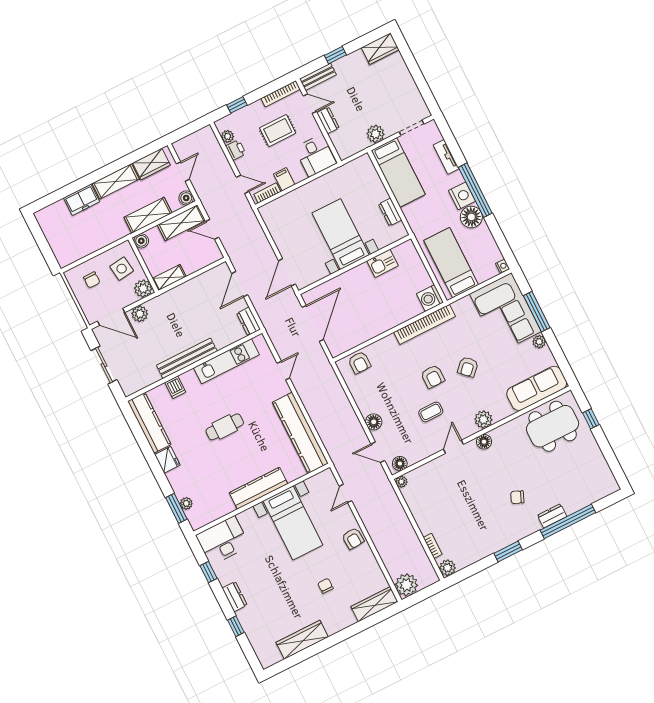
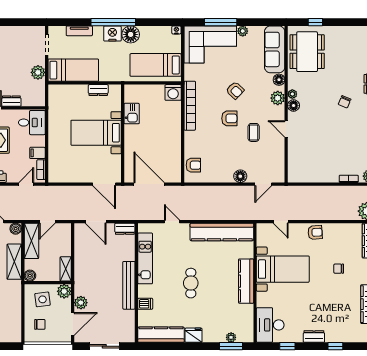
floor lamp: (400, 464) -> (279, 80), moved
plant: (401, 482) -> (292, 94), moved

